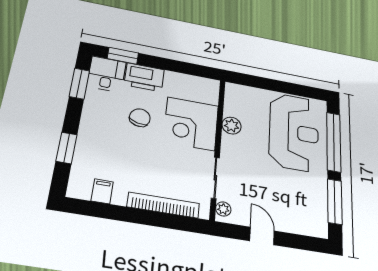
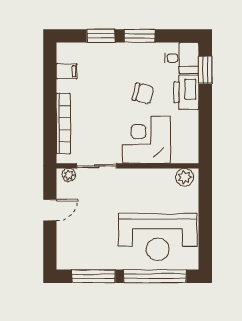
window: (79, 84) -> (140, 36), moved
plant: (232, 126) -> (185, 177), moved

